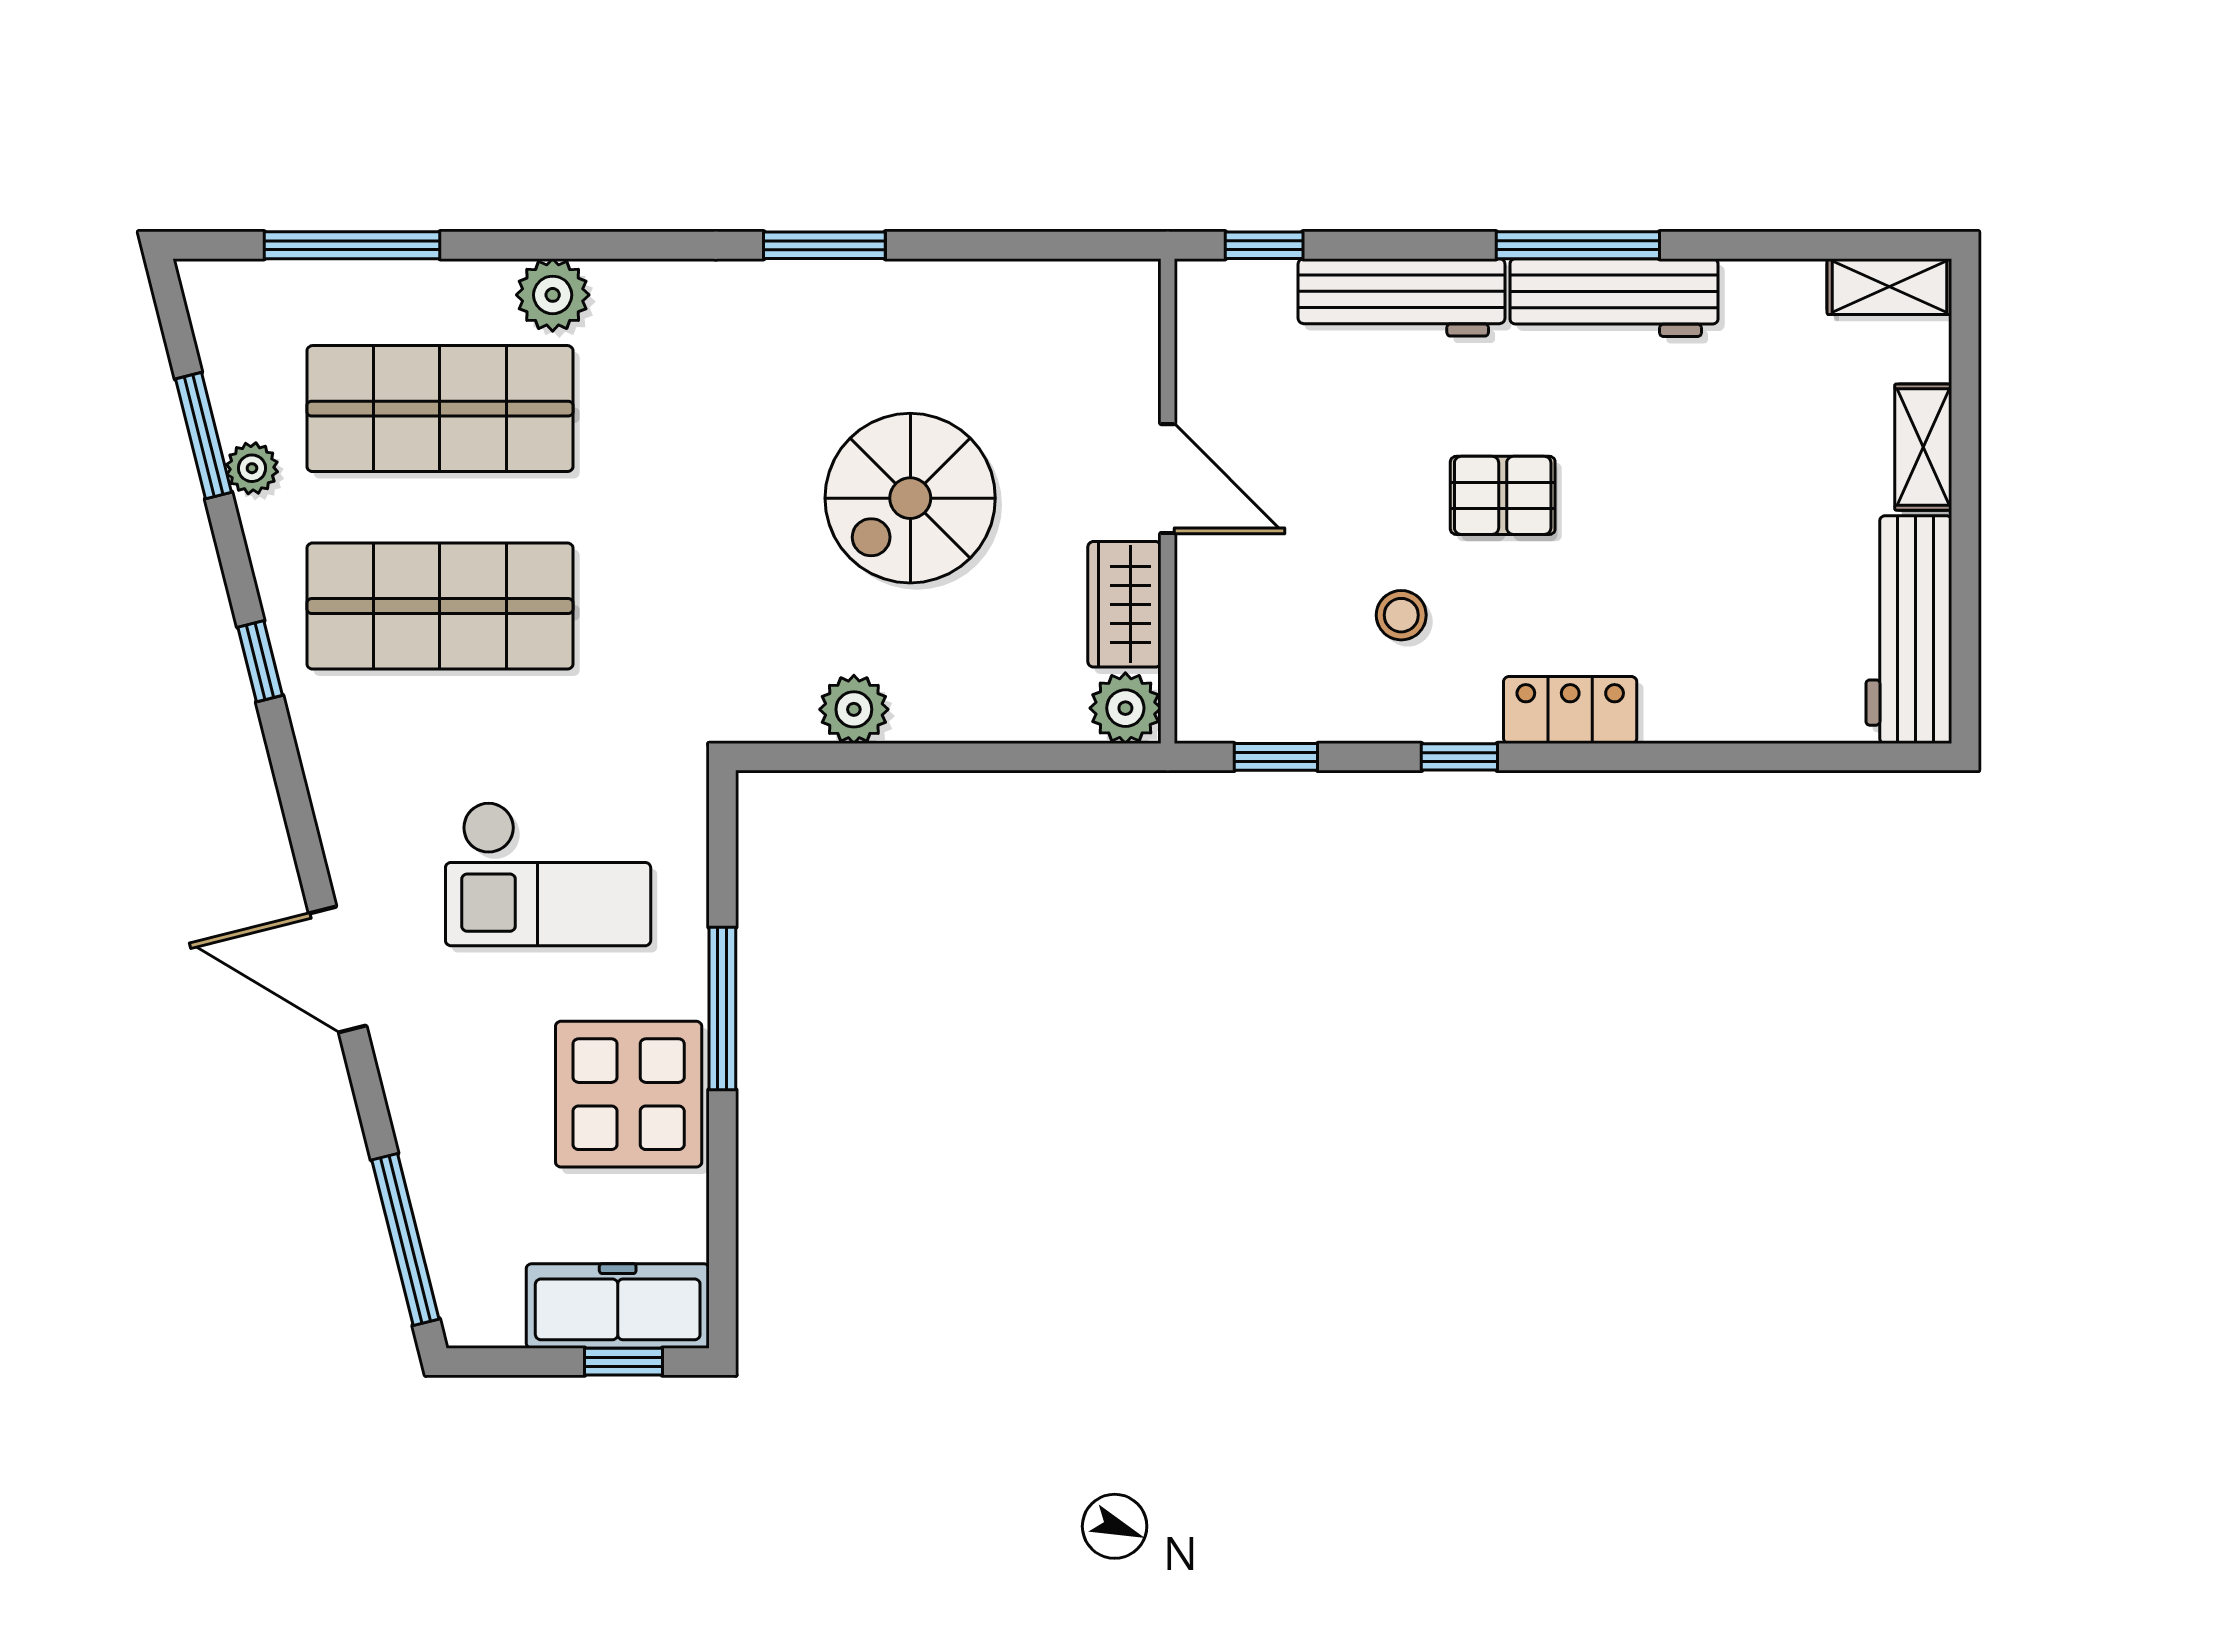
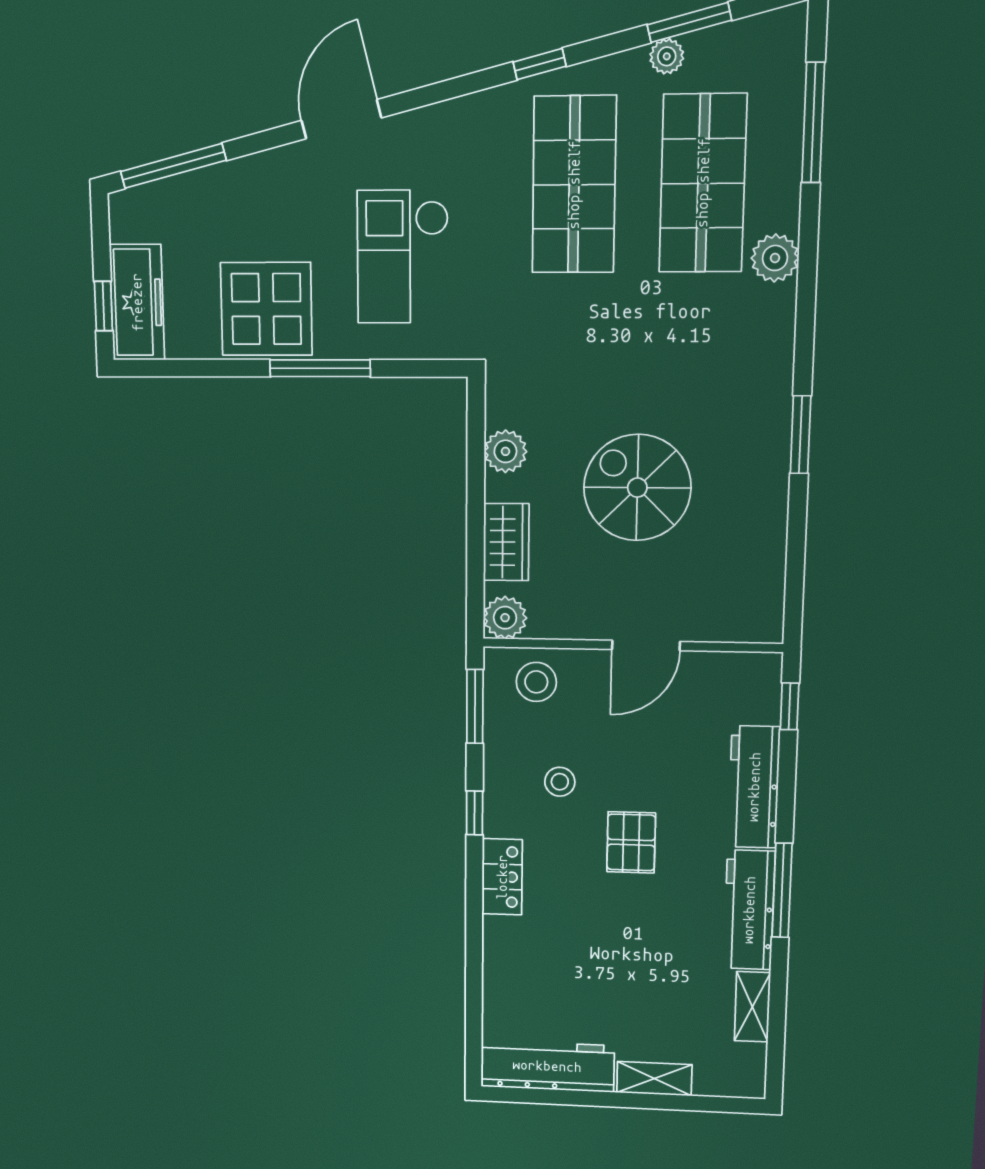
shelving: (1889, 287) -> (752, 1007), moved
wardrobe: (1124, 604) -> (506, 542), moved, turned 90
stool: (1232, 656) -> (536, 682), added
window: (1276, 757) -> (475, 706), width x1.50

